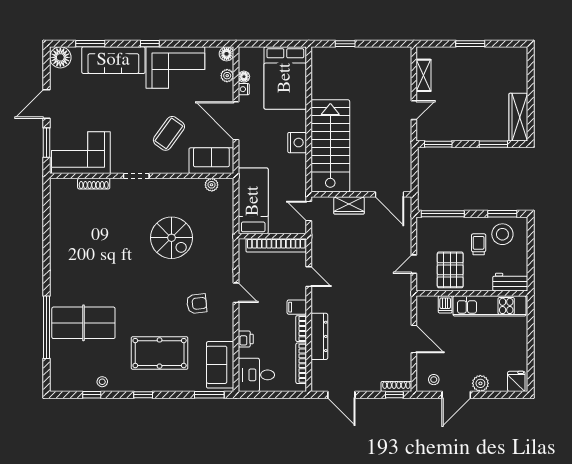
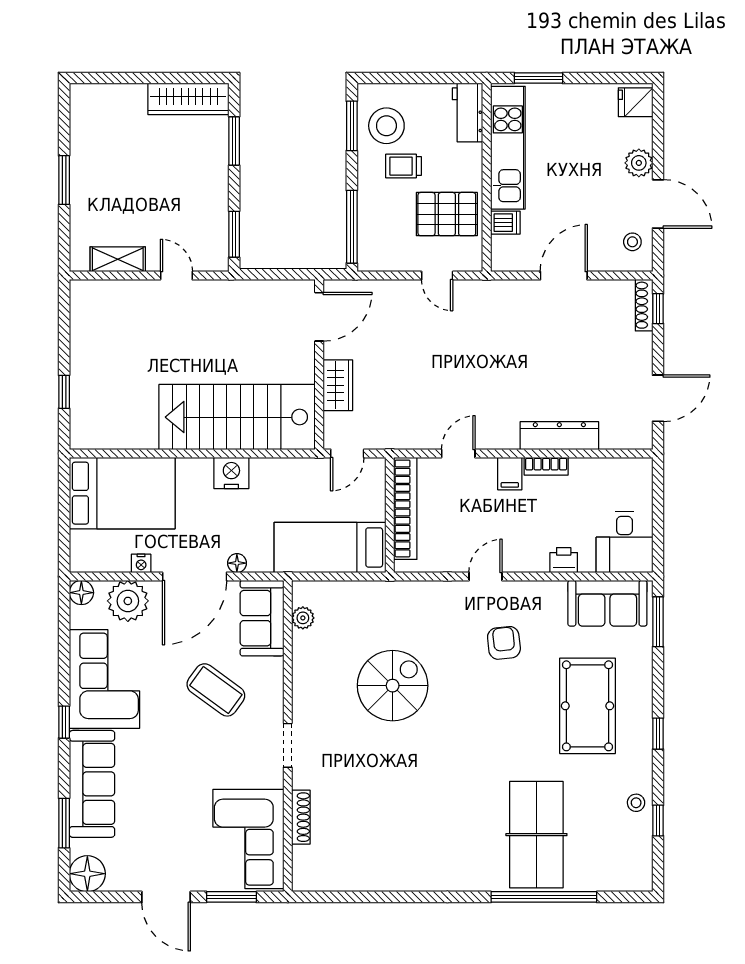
plant: (227, 76) -> (128, 601), width x1.87, depth x1.87
floor lamp: (244, 77) -> (237, 563), moved
window: (531, 324) -> (538, 78), added
bookcase: (301, 363) -> (605, 466), removed

